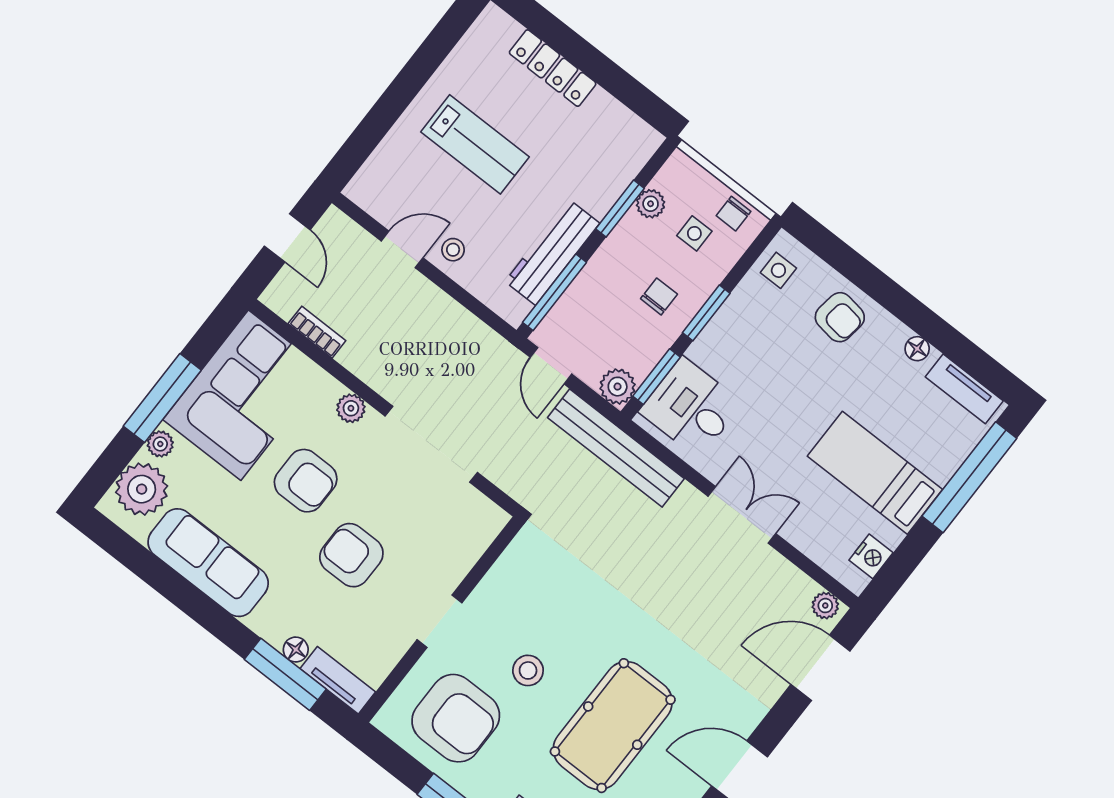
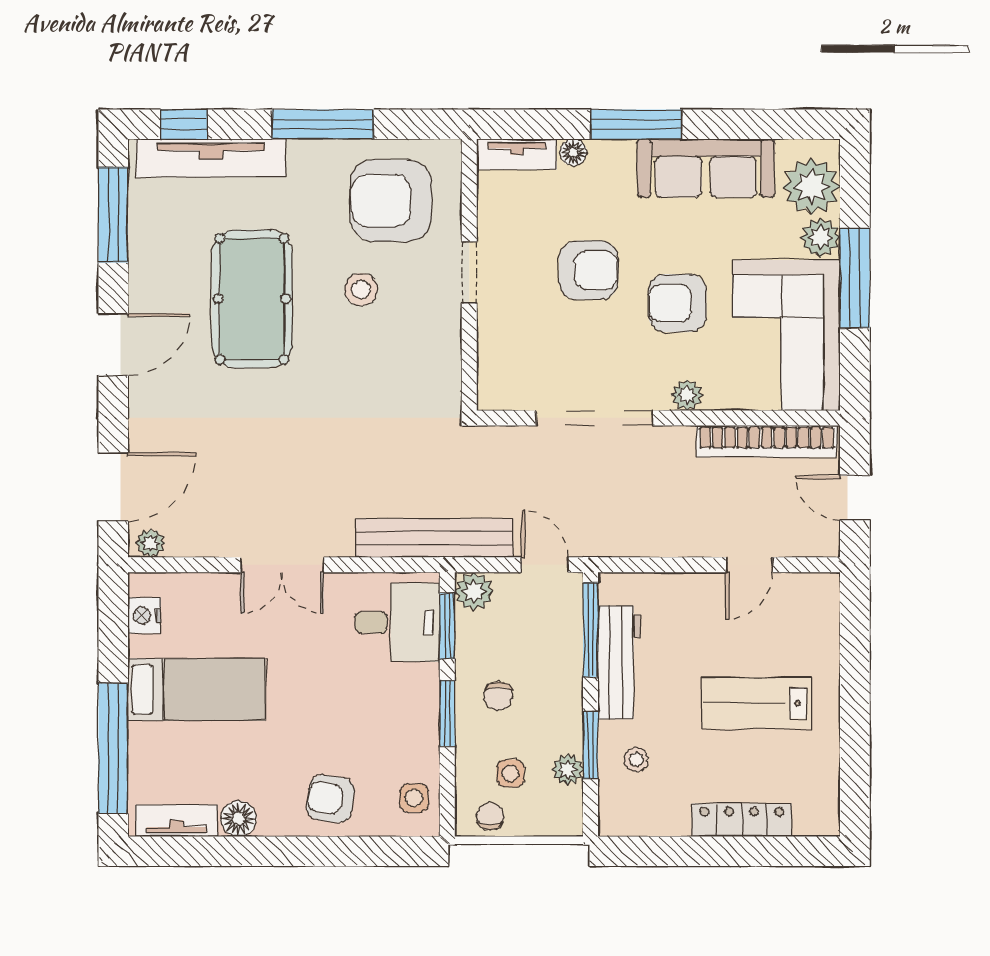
stool: (453, 250) -> (636, 759), moved
bookcase: (317, 332) -> (767, 441), width x2.31, depth x1.31
floor lamp: (917, 349) -> (239, 819), width x1.37, depth x1.37
plant: (160, 444) -> (821, 238), width x1.38, depth x1.38
window: (285, 674) -> (636, 124), moved

